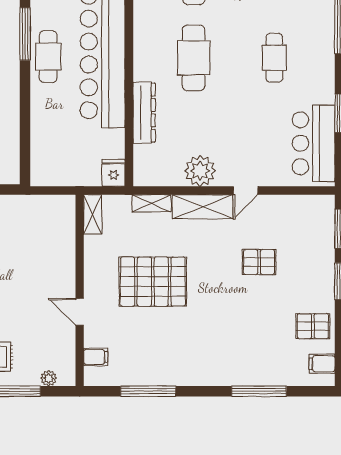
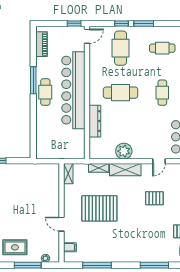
cafe table: (194, 58) -> (121, 93), turned 90
fridge: (114, 173) -> (79, 152), removed
door: (245, 191) -> (159, 161), moved

